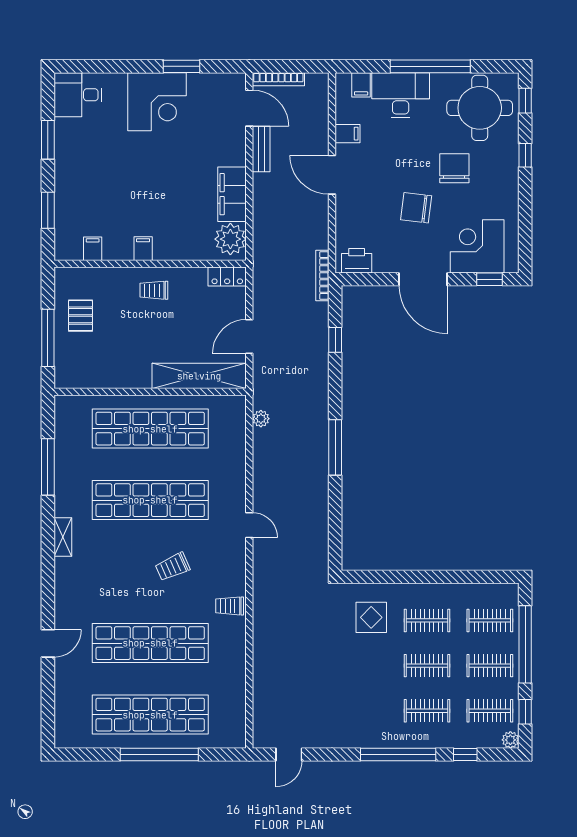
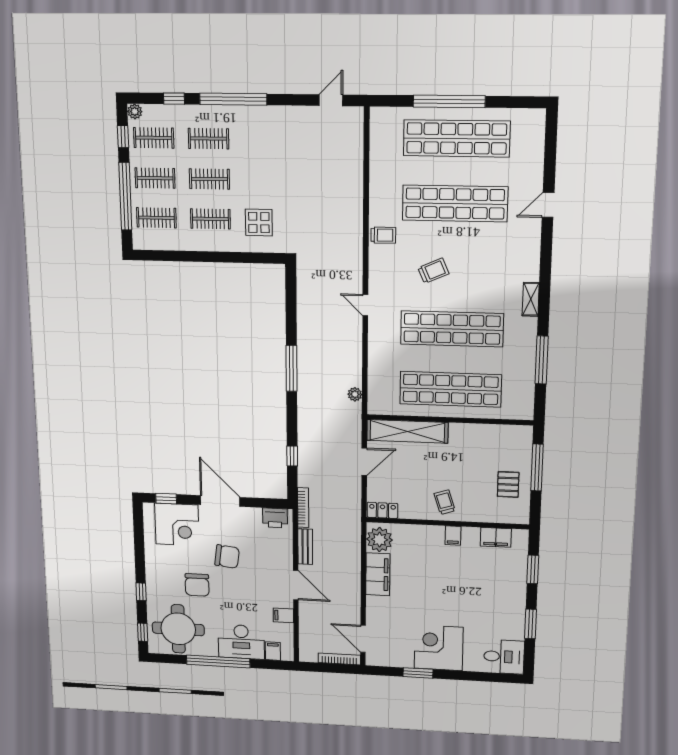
bench: (261, 149) -> (305, 547), moved
filing cabinet: (93, 249) -> (496, 537), width x2.00
trolley: (154, 290) -> (445, 502), turned -108

